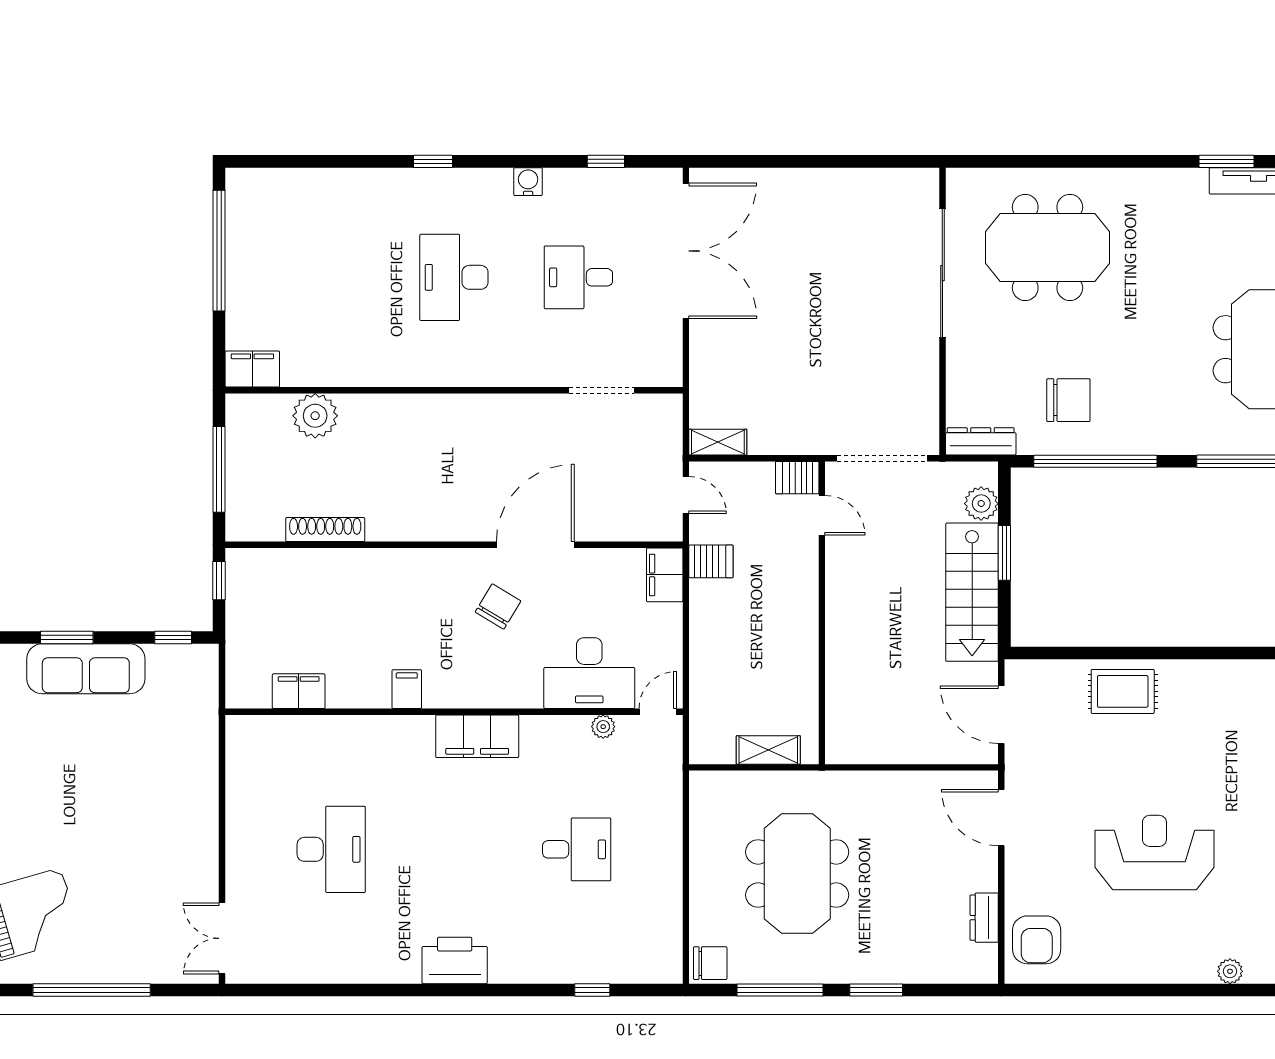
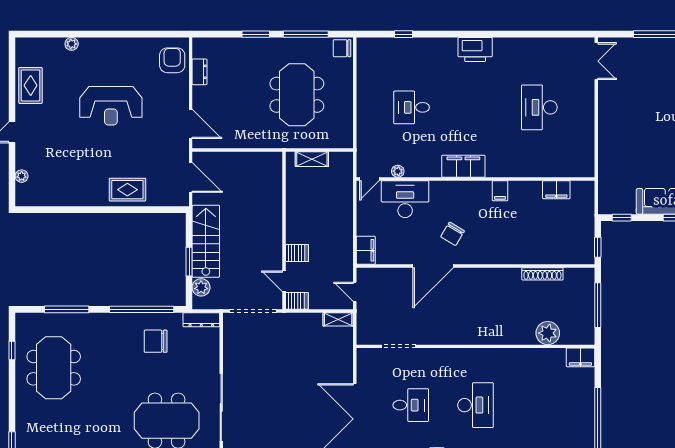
server rack: (711, 561) -> (297, 253), moved, turned 180

